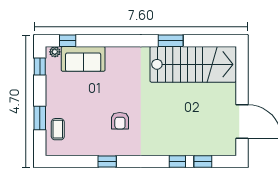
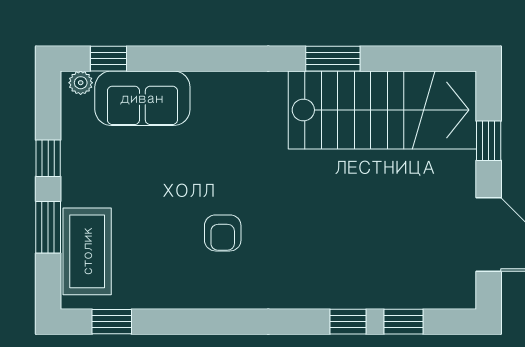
window: (40, 66) -> (48, 158), moved
window: (242, 78) -> (489, 141), added
coffee table: (58, 129) -> (87, 251), width x1.86, depth x1.72
window: (107, 161) -> (112, 322), moved

